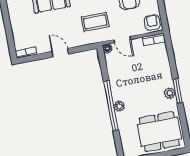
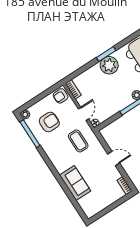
door: (60, 53) -> (114, 158), swing flipped
plant: (170, 93) -> (109, 65), width x1.88, depth x1.88

